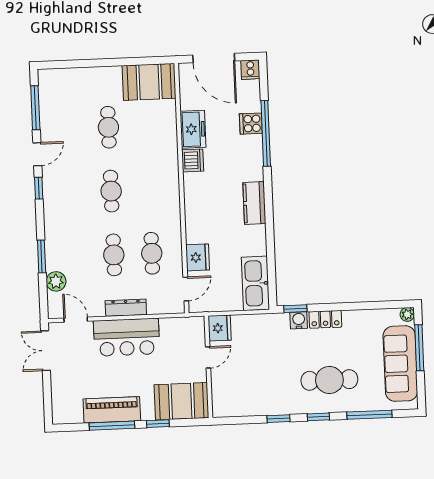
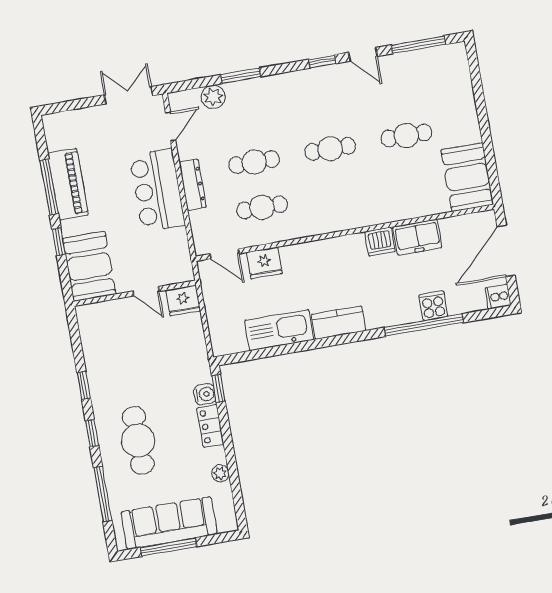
kitchen sink: (255, 283) -> (279, 330), moved
plant: (407, 314) -> (220, 473), moved
window: (419, 348) -> (168, 547), moved

